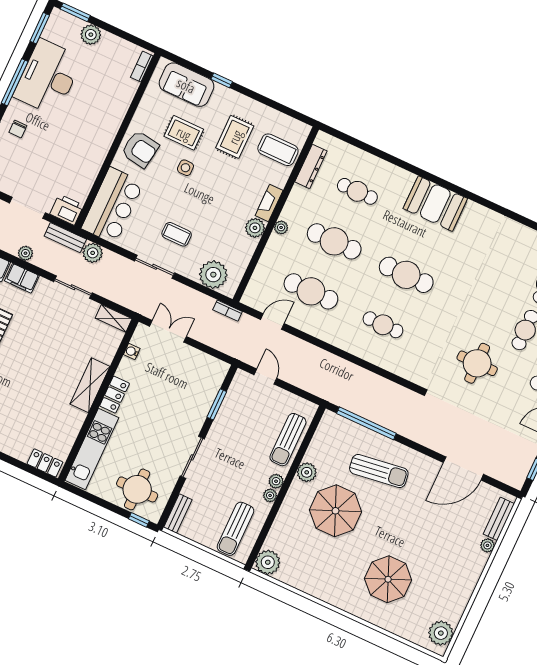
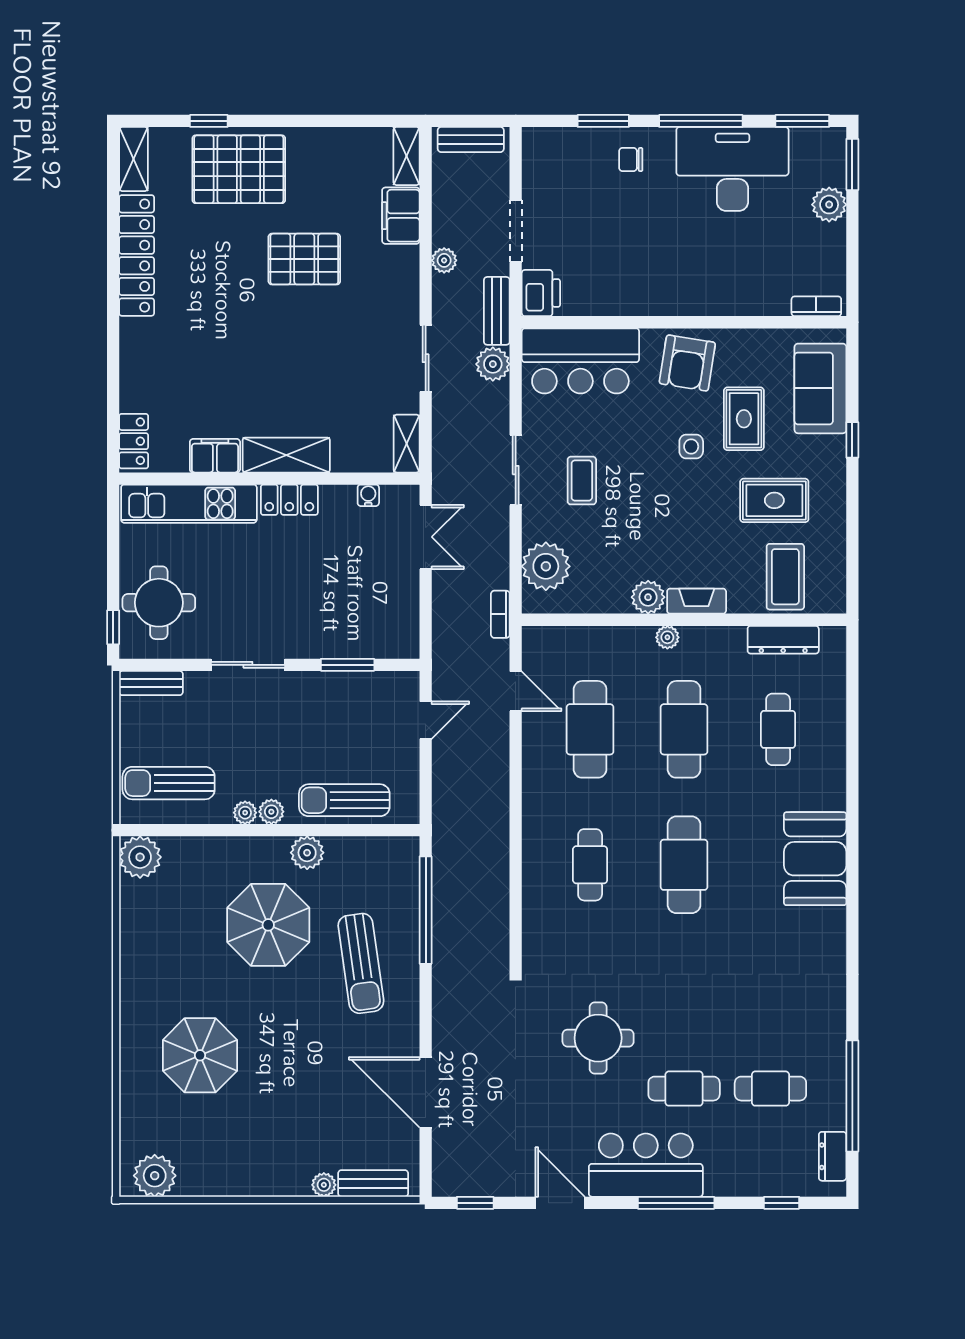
filing cabinet: (22, 278) -> (215, 456), moved, turned 90

